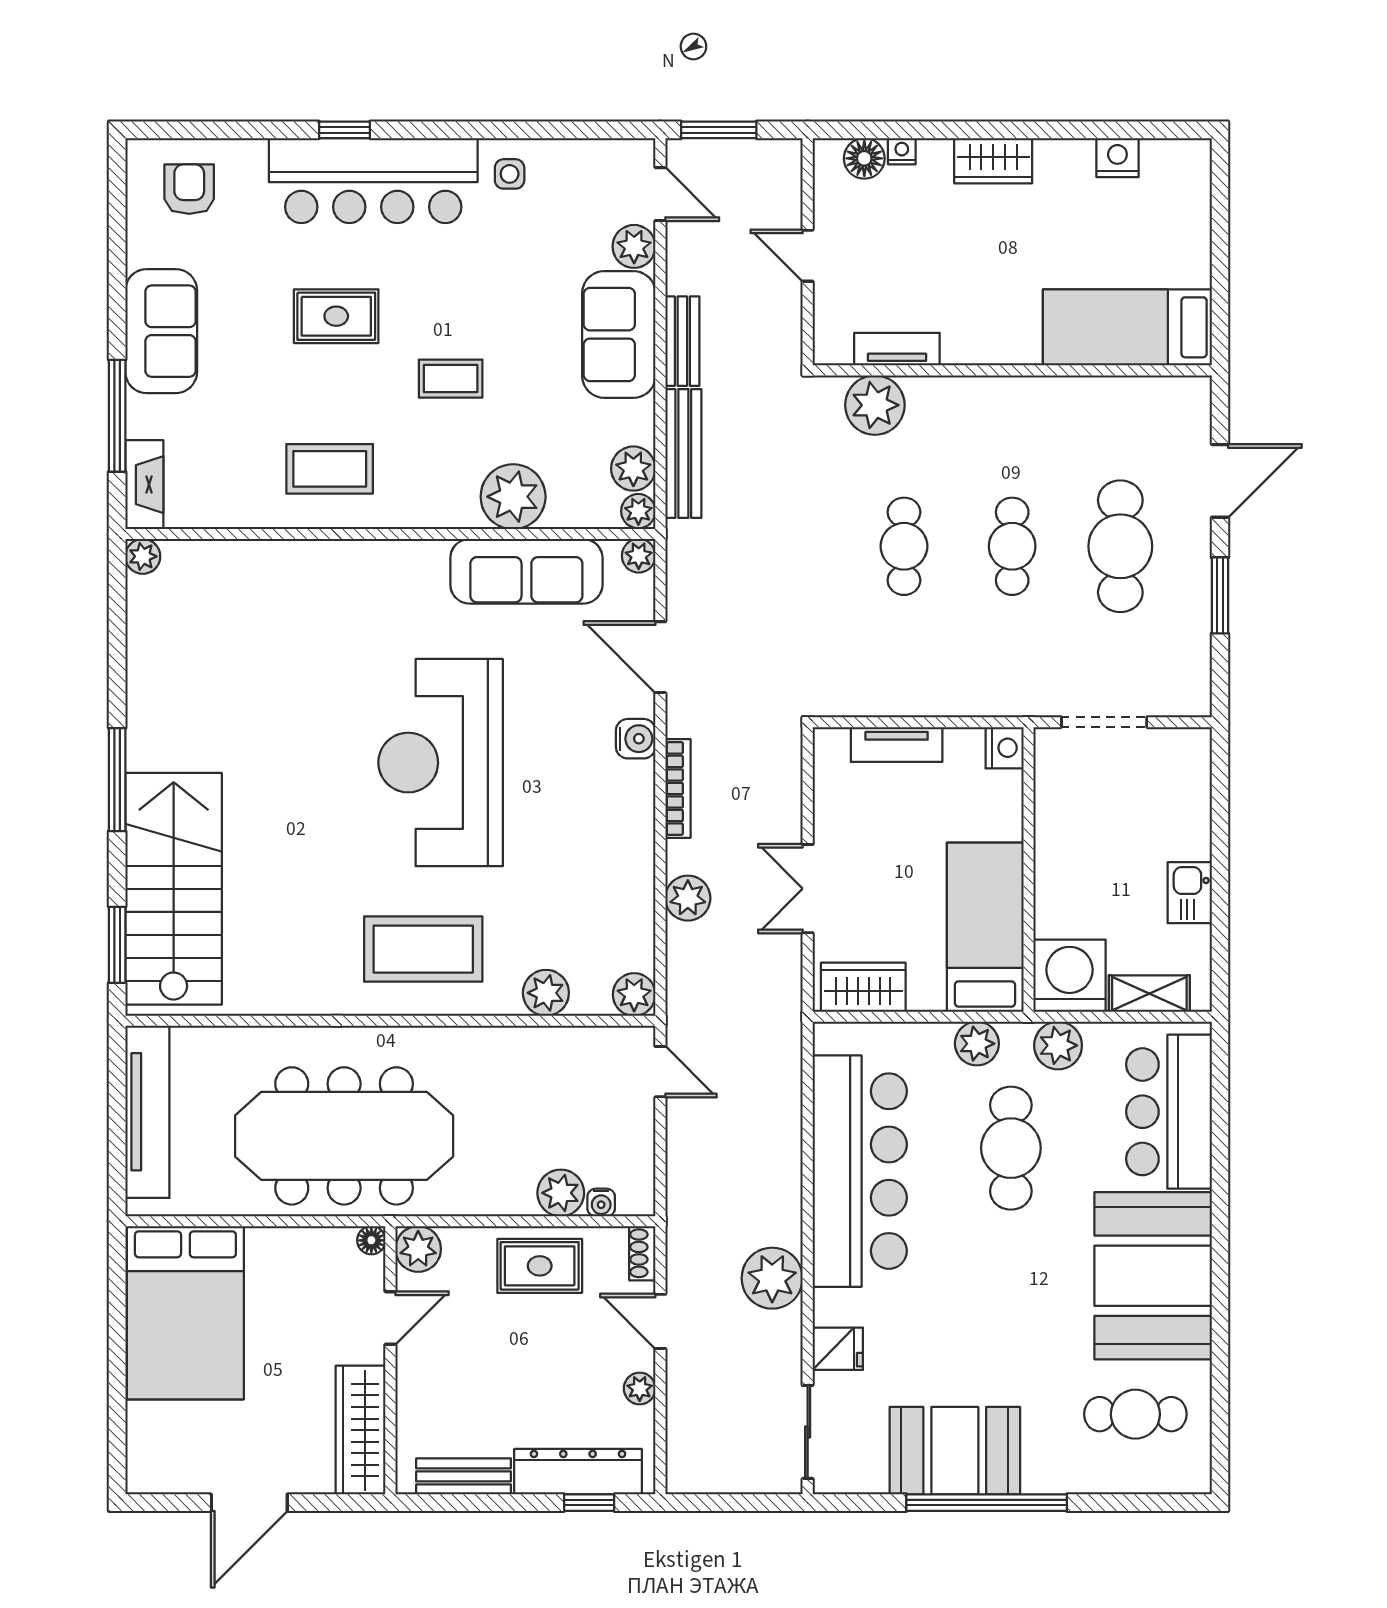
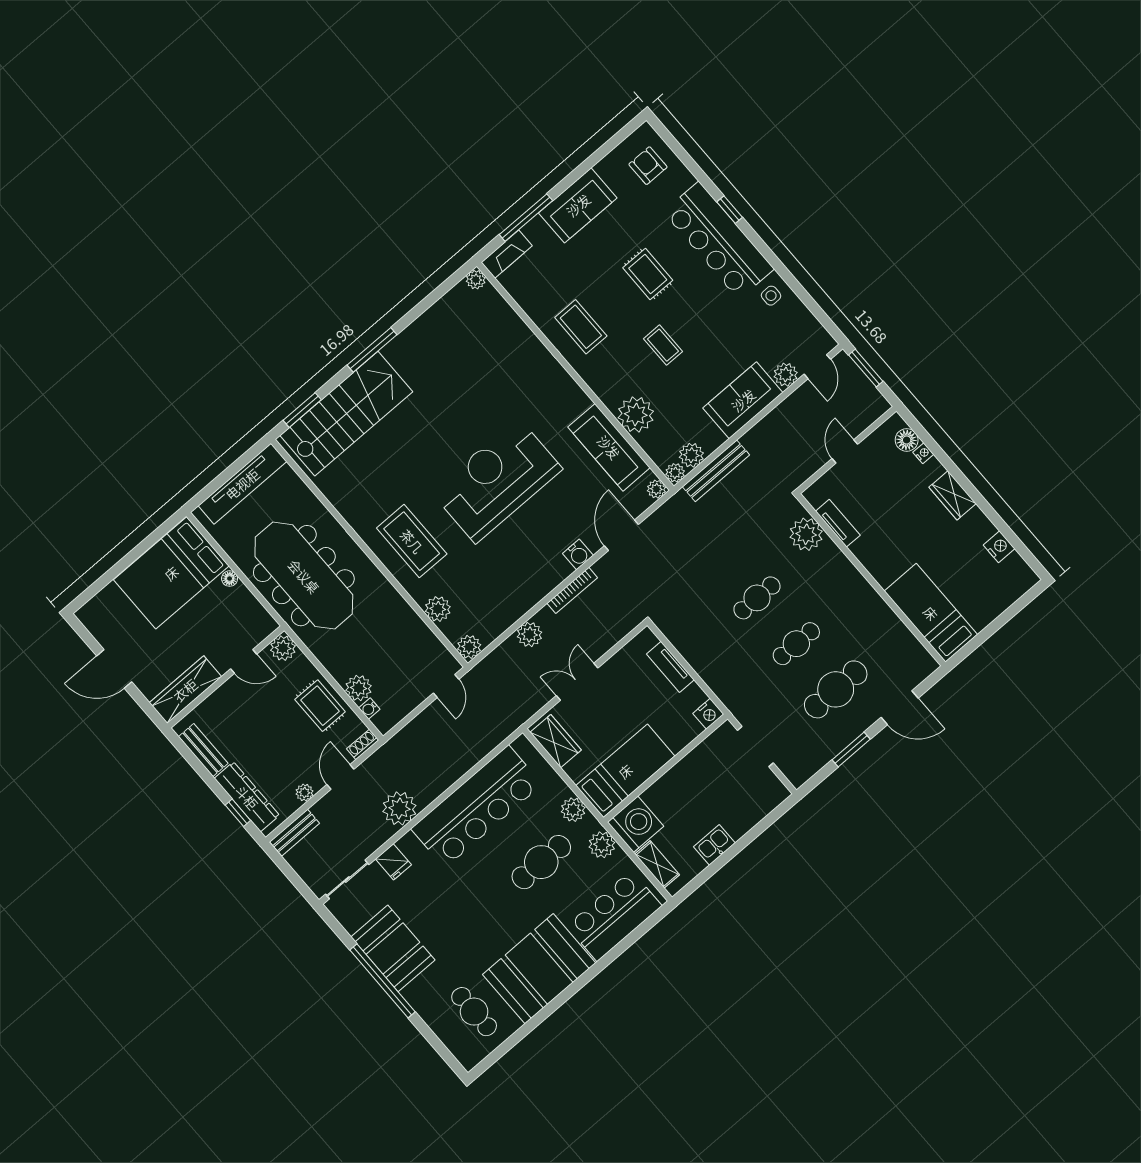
armchair: (189, 189) -> (648, 166), turned -90
bench: (682, 341) -> (295, 833), moved
floor lamp: (371, 1240) -> (230, 579), moved

